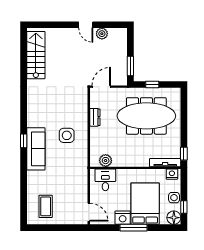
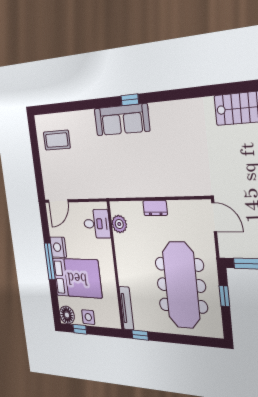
dresser: (95, 117) -> (155, 208), moved
side table: (67, 135) -> (144, 166), removed
nightstand: (172, 174) -> (114, 316), removed

